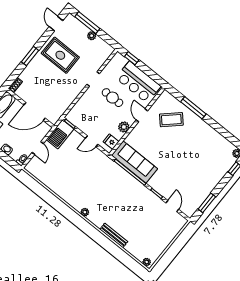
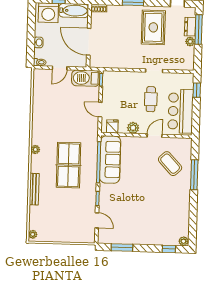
dresser: (80, 27) -> (190, 27), added
table tennis table: (115, 196) -> (68, 165), added
door: (172, 206) -> (97, 220), hinge flipped

